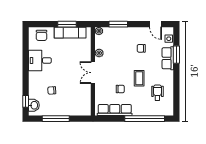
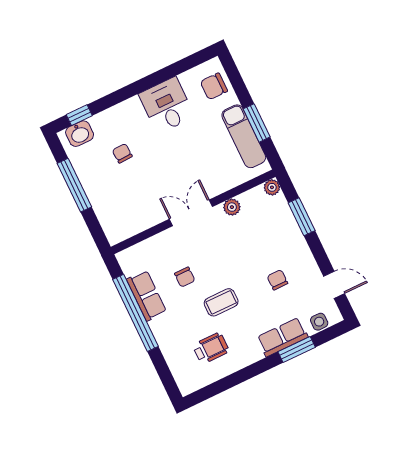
door: (156, 24) -> (334, 285), swing flipped
row of seats: (115, 110) -> (147, 296), width x0.68
window: (145, 119) -> (135, 313), moved

